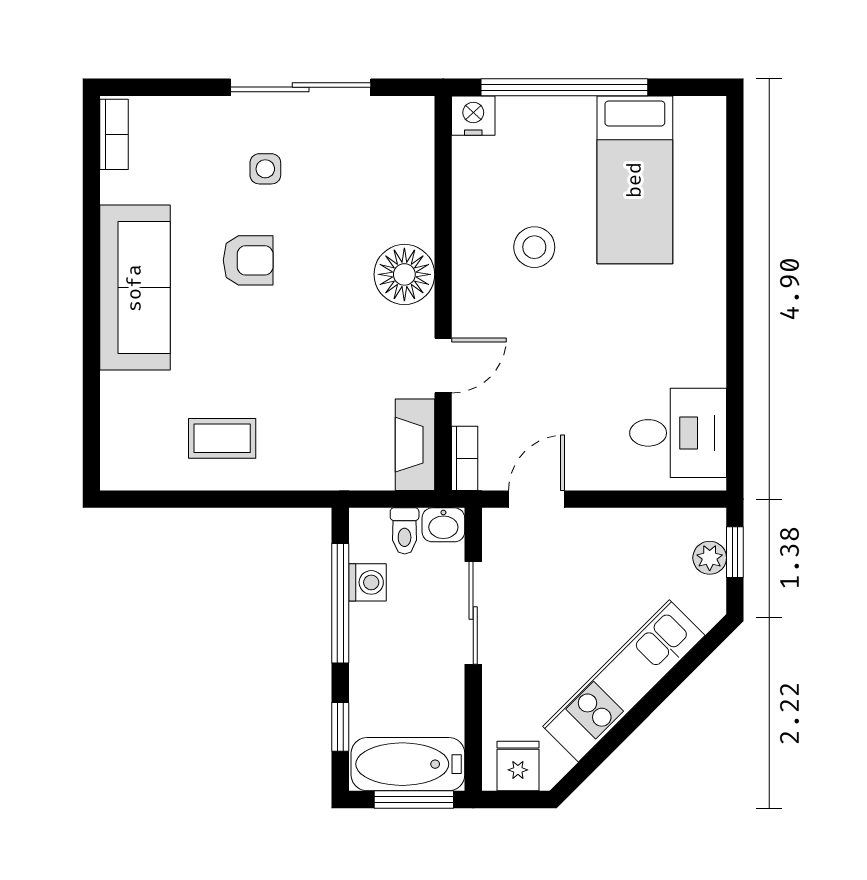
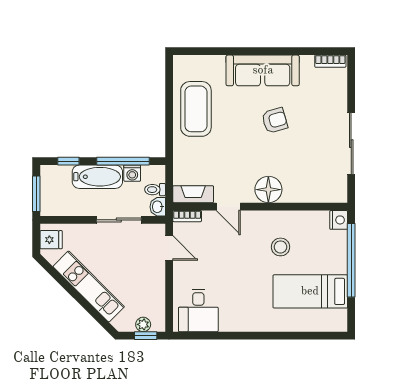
side table: (265, 169) -> (315, 128), removed
armchair: (248, 260) -> (275, 120), turned -106
coffee table: (222, 438) -> (196, 109), width x1.86, depth x1.72
bathtub: (408, 764) -> (97, 177), moved, turned 90

